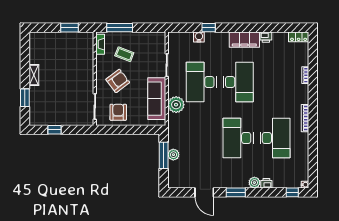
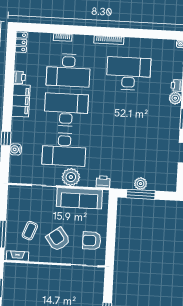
plant: (176, 105) -> (71, 177), moved
printer: (173, 120) -> (103, 182), added
desk: (238, 138) -> (68, 70), moved

